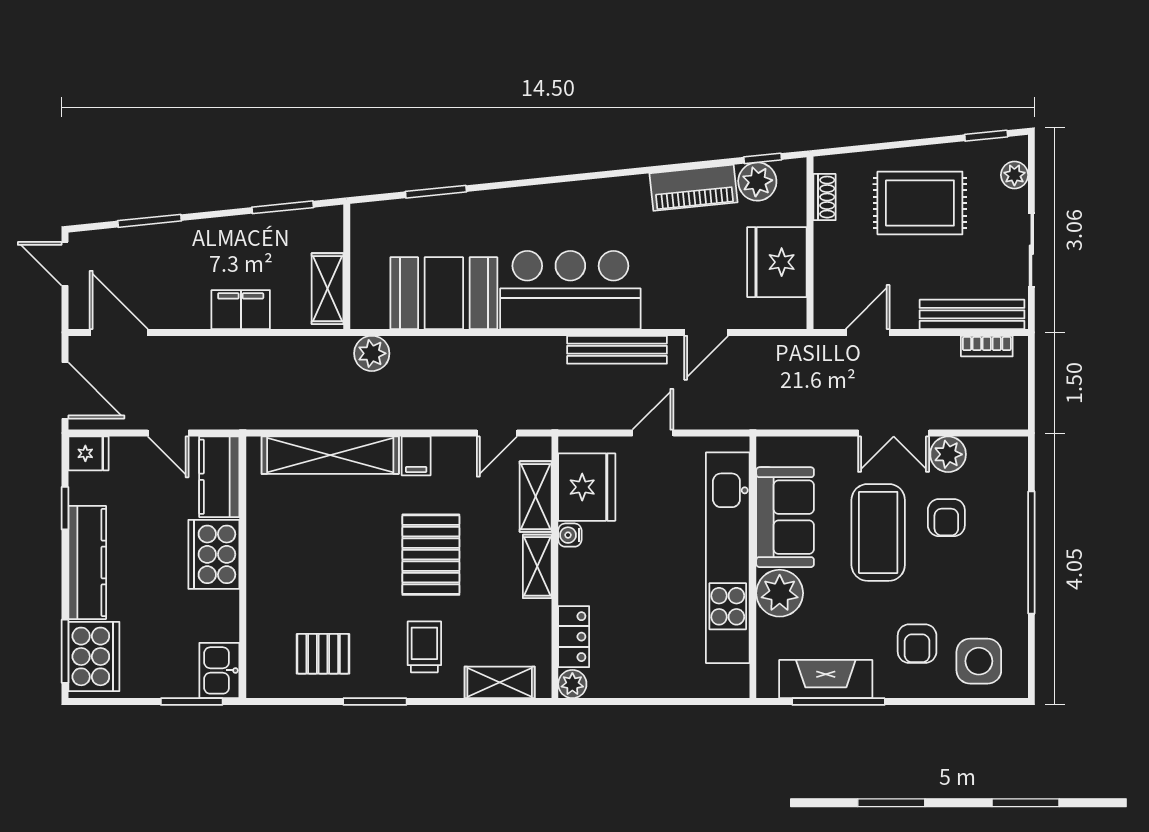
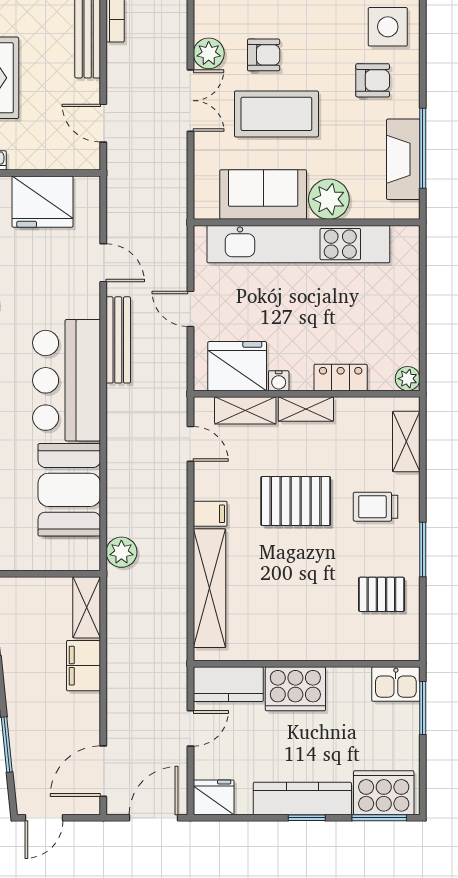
shelving: (328, 289) -> (87, 607), moved, turned 90
fridge: (89, 453) -> (214, 797), width x1.38
window: (65, 508) -> (307, 818), moved
locker: (574, 637) -> (341, 377), moved
pallet: (323, 654) -> (381, 594), turned 90

